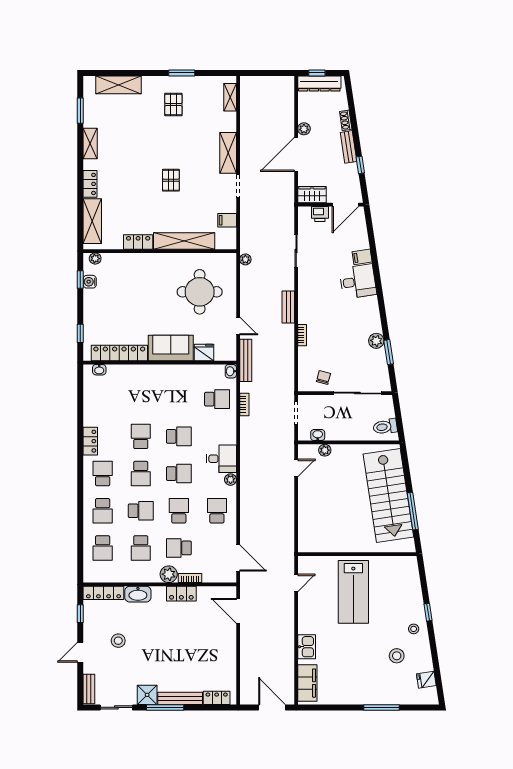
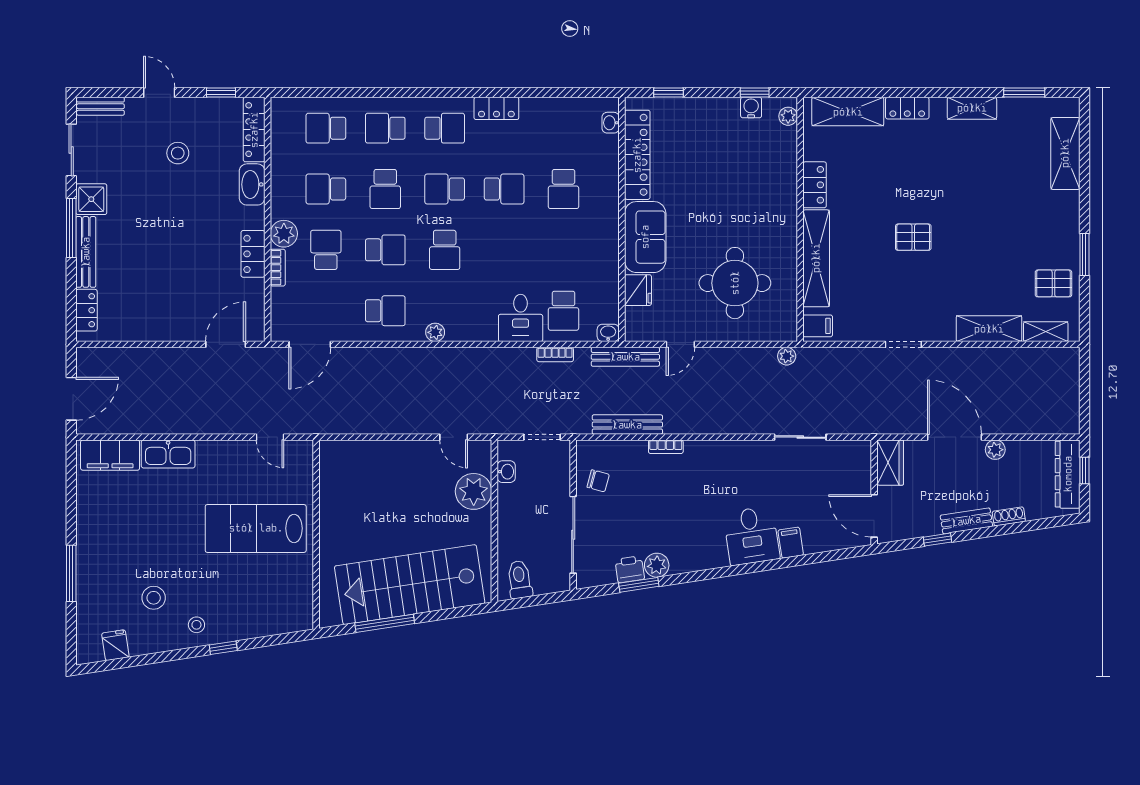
pallet: (173, 105) -> (1053, 283), moved
shelving: (228, 153) -> (989, 329), moved
printer: (320, 214) -> (630, 569), moved, turned 81
filing cabinet: (227, 220) -> (818, 326), moved, turned 90
bench: (288, 307) -> (627, 425), moved, width x1.36
school desk: (179, 436) -> (563, 189), moved
plant: (325, 450) -> (474, 491), width x1.88, depth x1.88
desk: (221, 459) -> (521, 318), moved
kitchen sink: (307, 647) -> (168, 454), width x1.38

